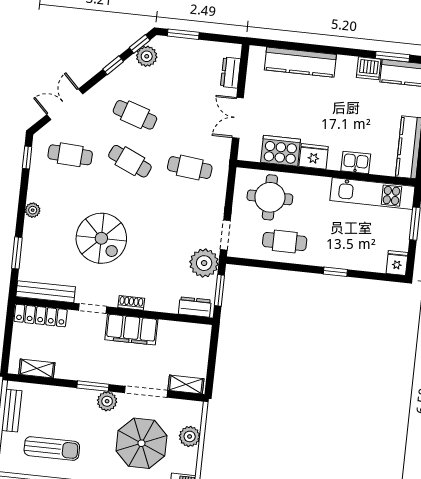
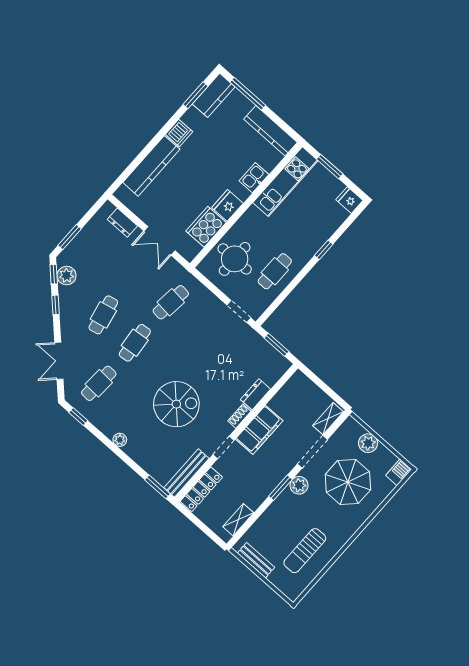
dishwasher: (369, 68) -> (179, 133), moved
cafe table: (135, 115) -> (103, 315), turned -30
cafe table: (130, 161) -> (135, 343), turned -30
window: (17, 253) -> (157, 487), moved
plant: (204, 263) -> (248, 342), removed
dresser: (195, 307) -> (255, 394), moved
sun lounger: (52, 449) -> (305, 551), turned 180

